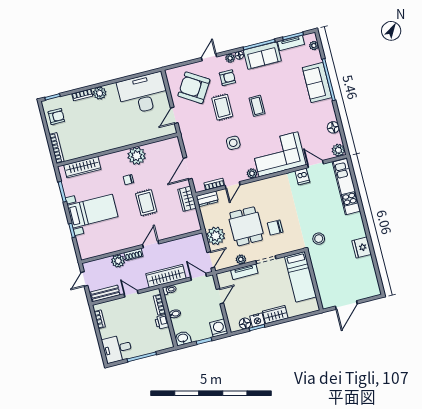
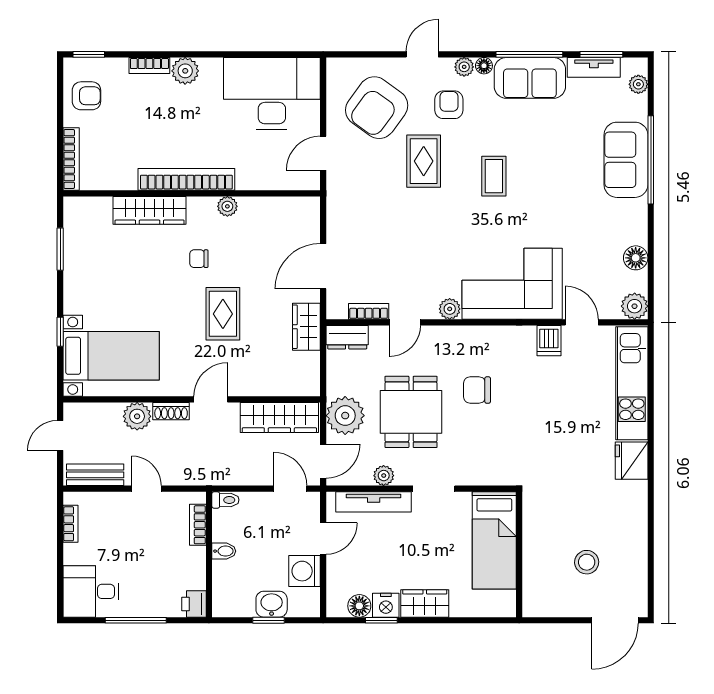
armchair: (227, 78) -> (449, 105), turned -90
armchair: (194, 88) -> (377, 108), turned -86
side table: (233, 143) -> (428, 238), removed
bookcase: (113, 144) -> (186, 179), added
plant: (137, 156) -> (227, 206), width x0.53, depth x0.53
wardrobe: (82, 167) -> (150, 210), moved
bed with nightstands: (93, 211) -> (111, 356), moved
chair: (275, 228) -> (477, 390), moved
stool: (319, 239) -> (587, 562), moved
fridge: (362, 248) -> (632, 461), moved
tv unit: (244, 272) -> (374, 502), width x1.41
wardrobe: (166, 276) -> (279, 417), moved, turned 180
door: (346, 305) -> (615, 620), moved
printer: (162, 322) -> (194, 604), moved
washing machine: (219, 328) -> (305, 571), moved, turned -90
washbasin: (183, 338) -> (272, 604), moved

